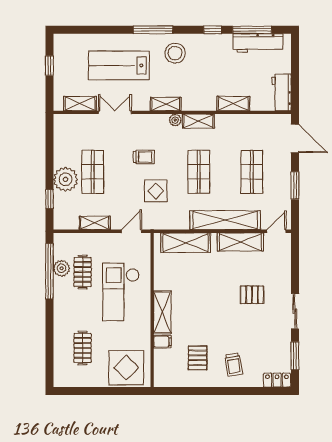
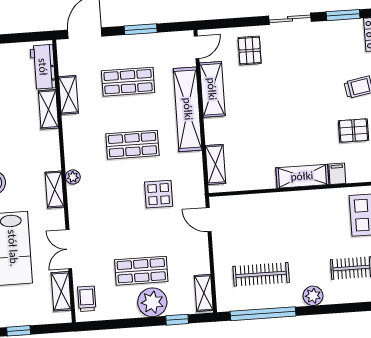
workbench: (282, 92) -> (43, 67), moved, turned 90
shelving: (198, 121) -> (68, 95), moved
trolley: (144, 157) -> (87, 299), moved
shelving: (95, 223) -> (204, 293), moved
door: (277, 231) -> (197, 47), swing flipped
shelving: (186, 243) -> (215, 164), width x0.67, depth x0.75
plant: (62, 268) -> (313, 296), moved
clothes rail: (83, 272) -> (261, 274), width x1.36
checkout: (121, 292) -> (282, 227), removed
pallet: (252, 295) -> (250, 51), moved

